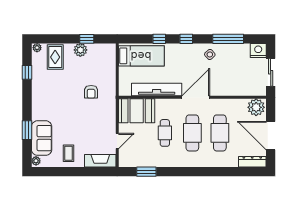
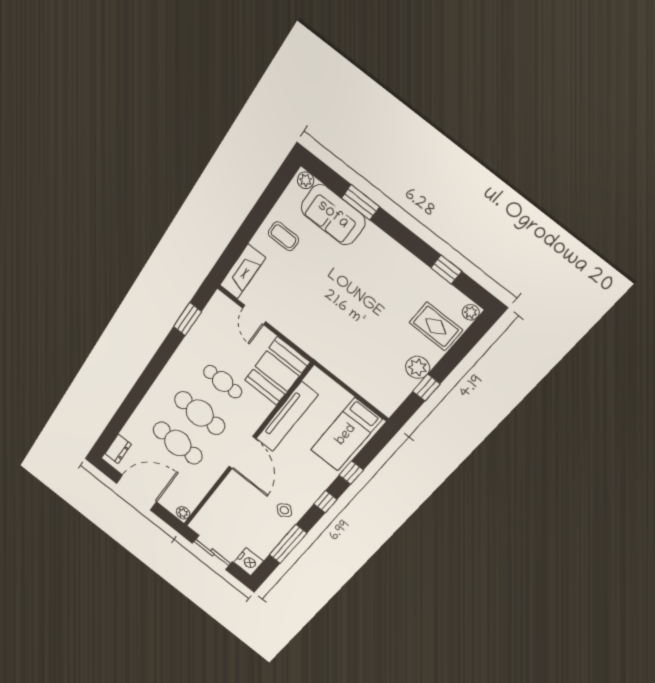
armchair: (91, 92) -> (347, 335), removed
plant: (256, 107) -> (183, 513), width x0.53, depth x0.53
dresser: (252, 162) -> (118, 449), width x0.70

